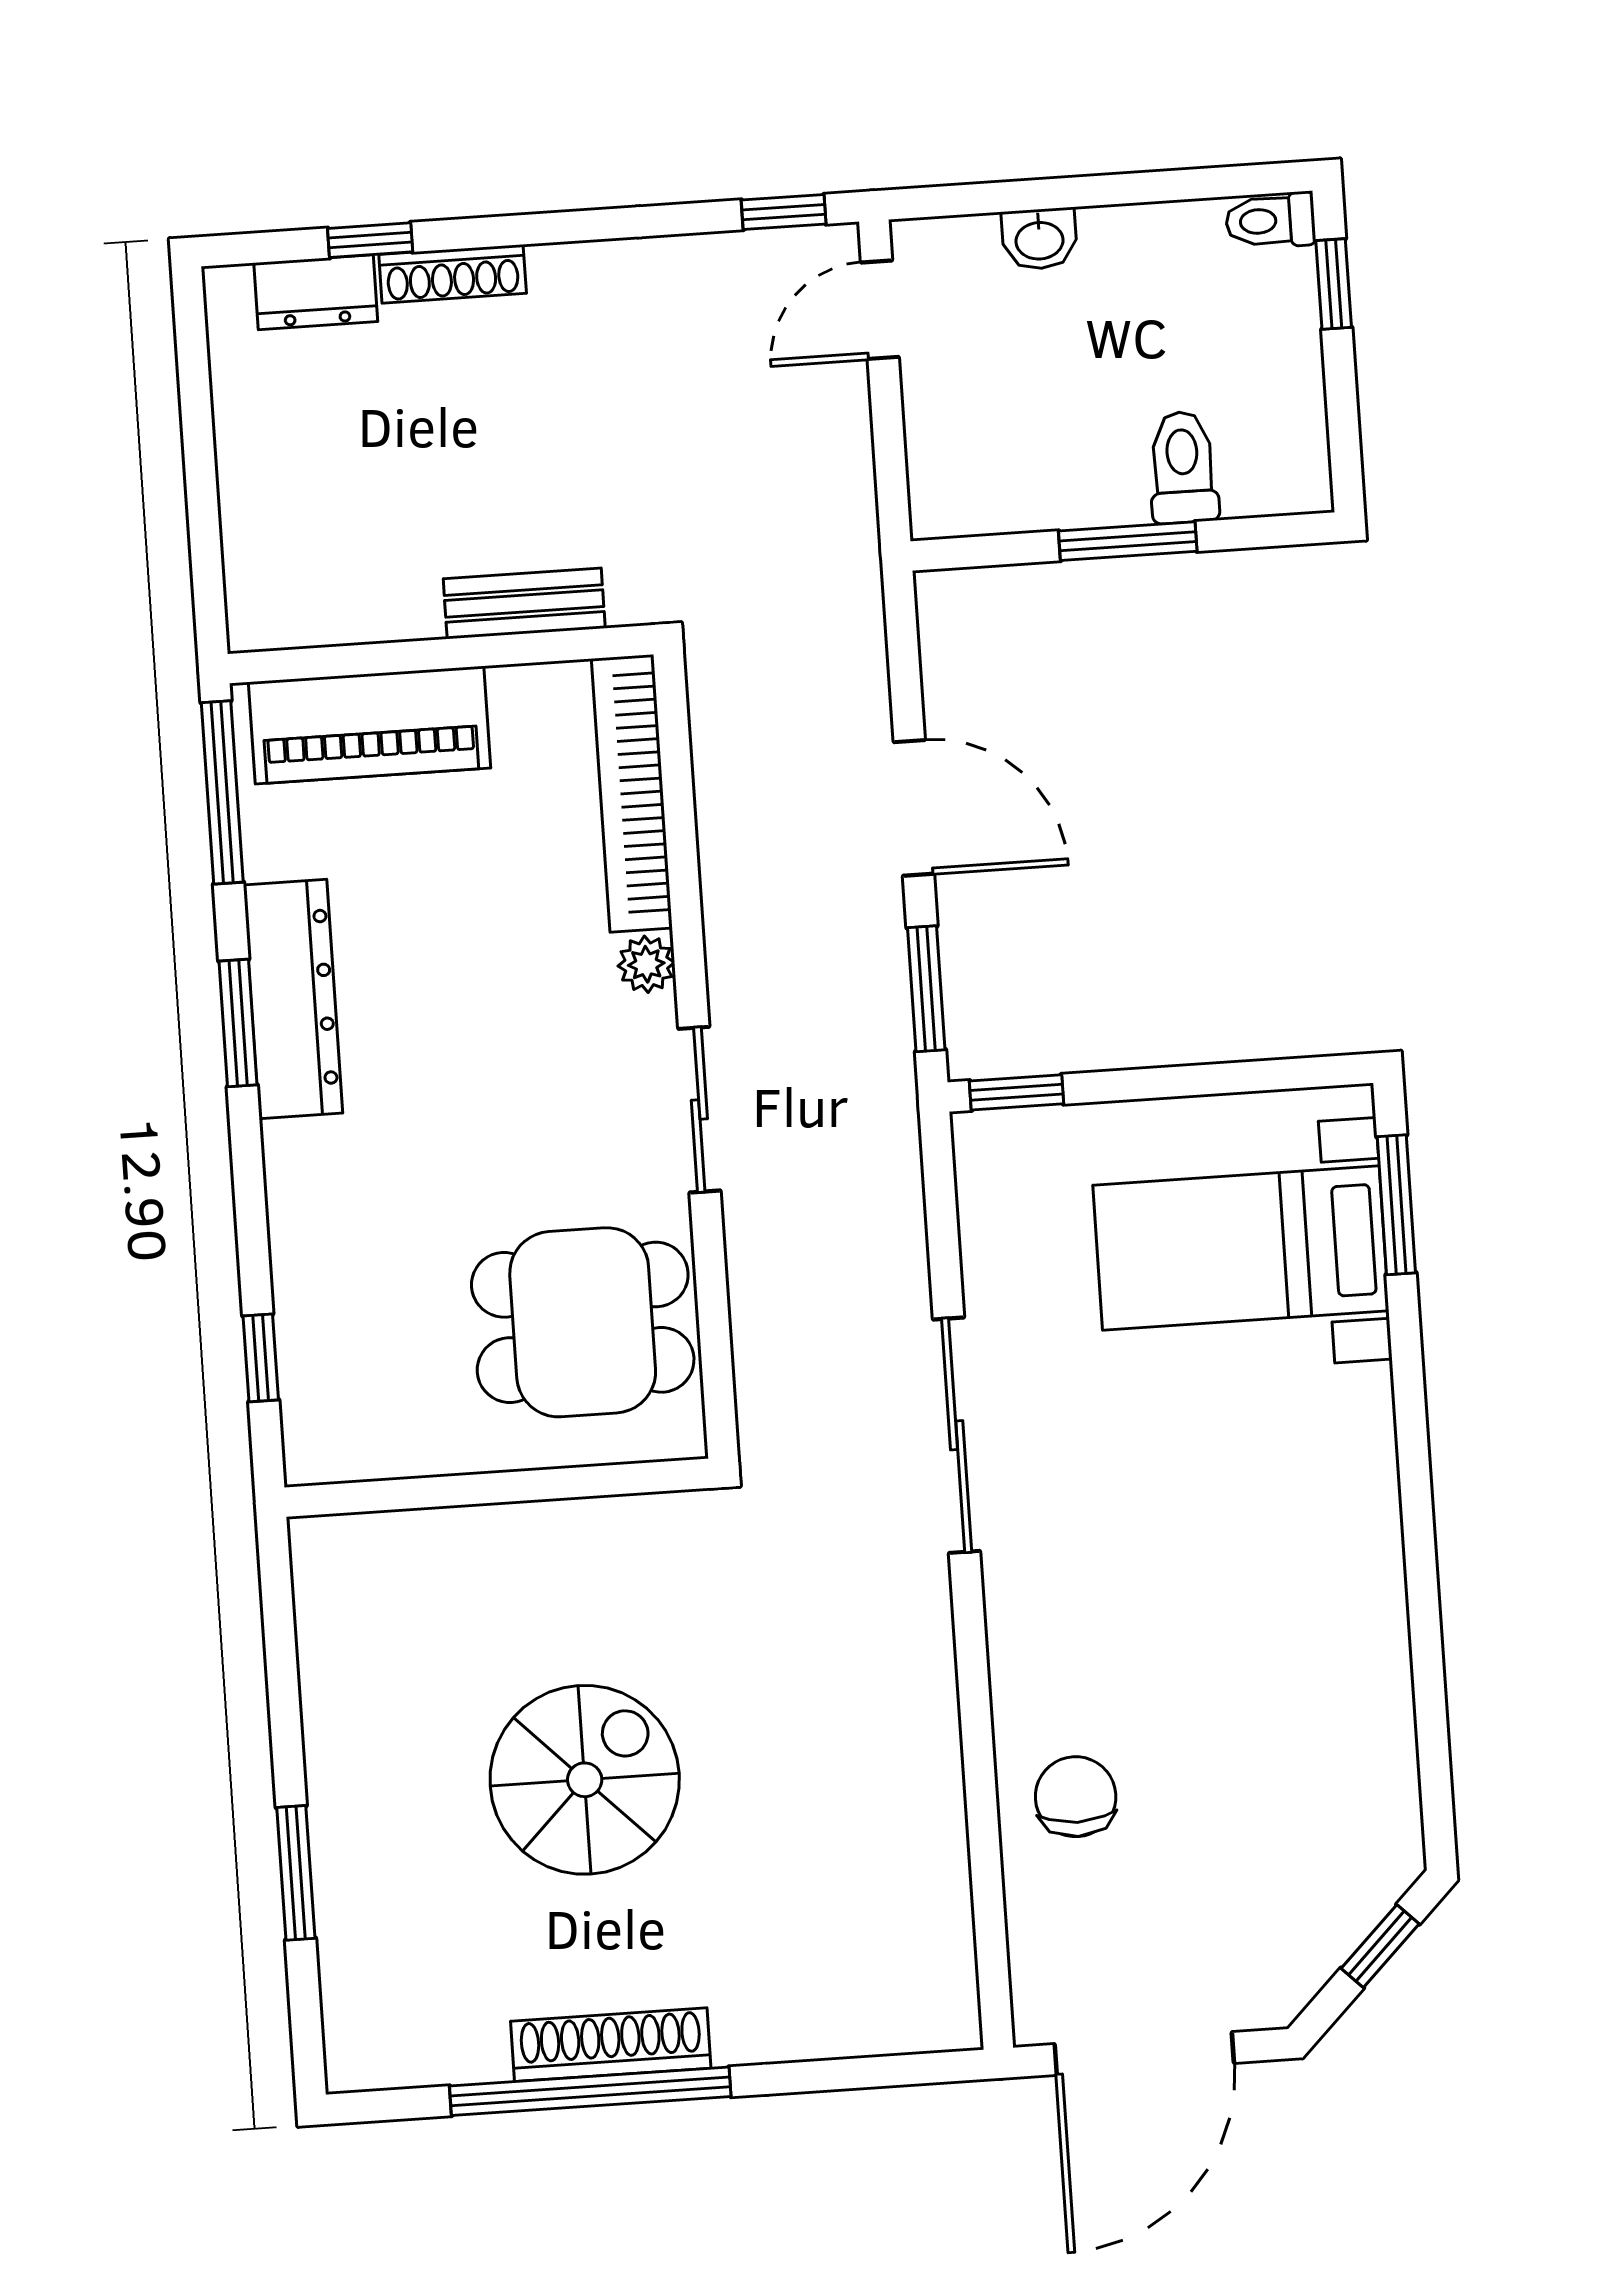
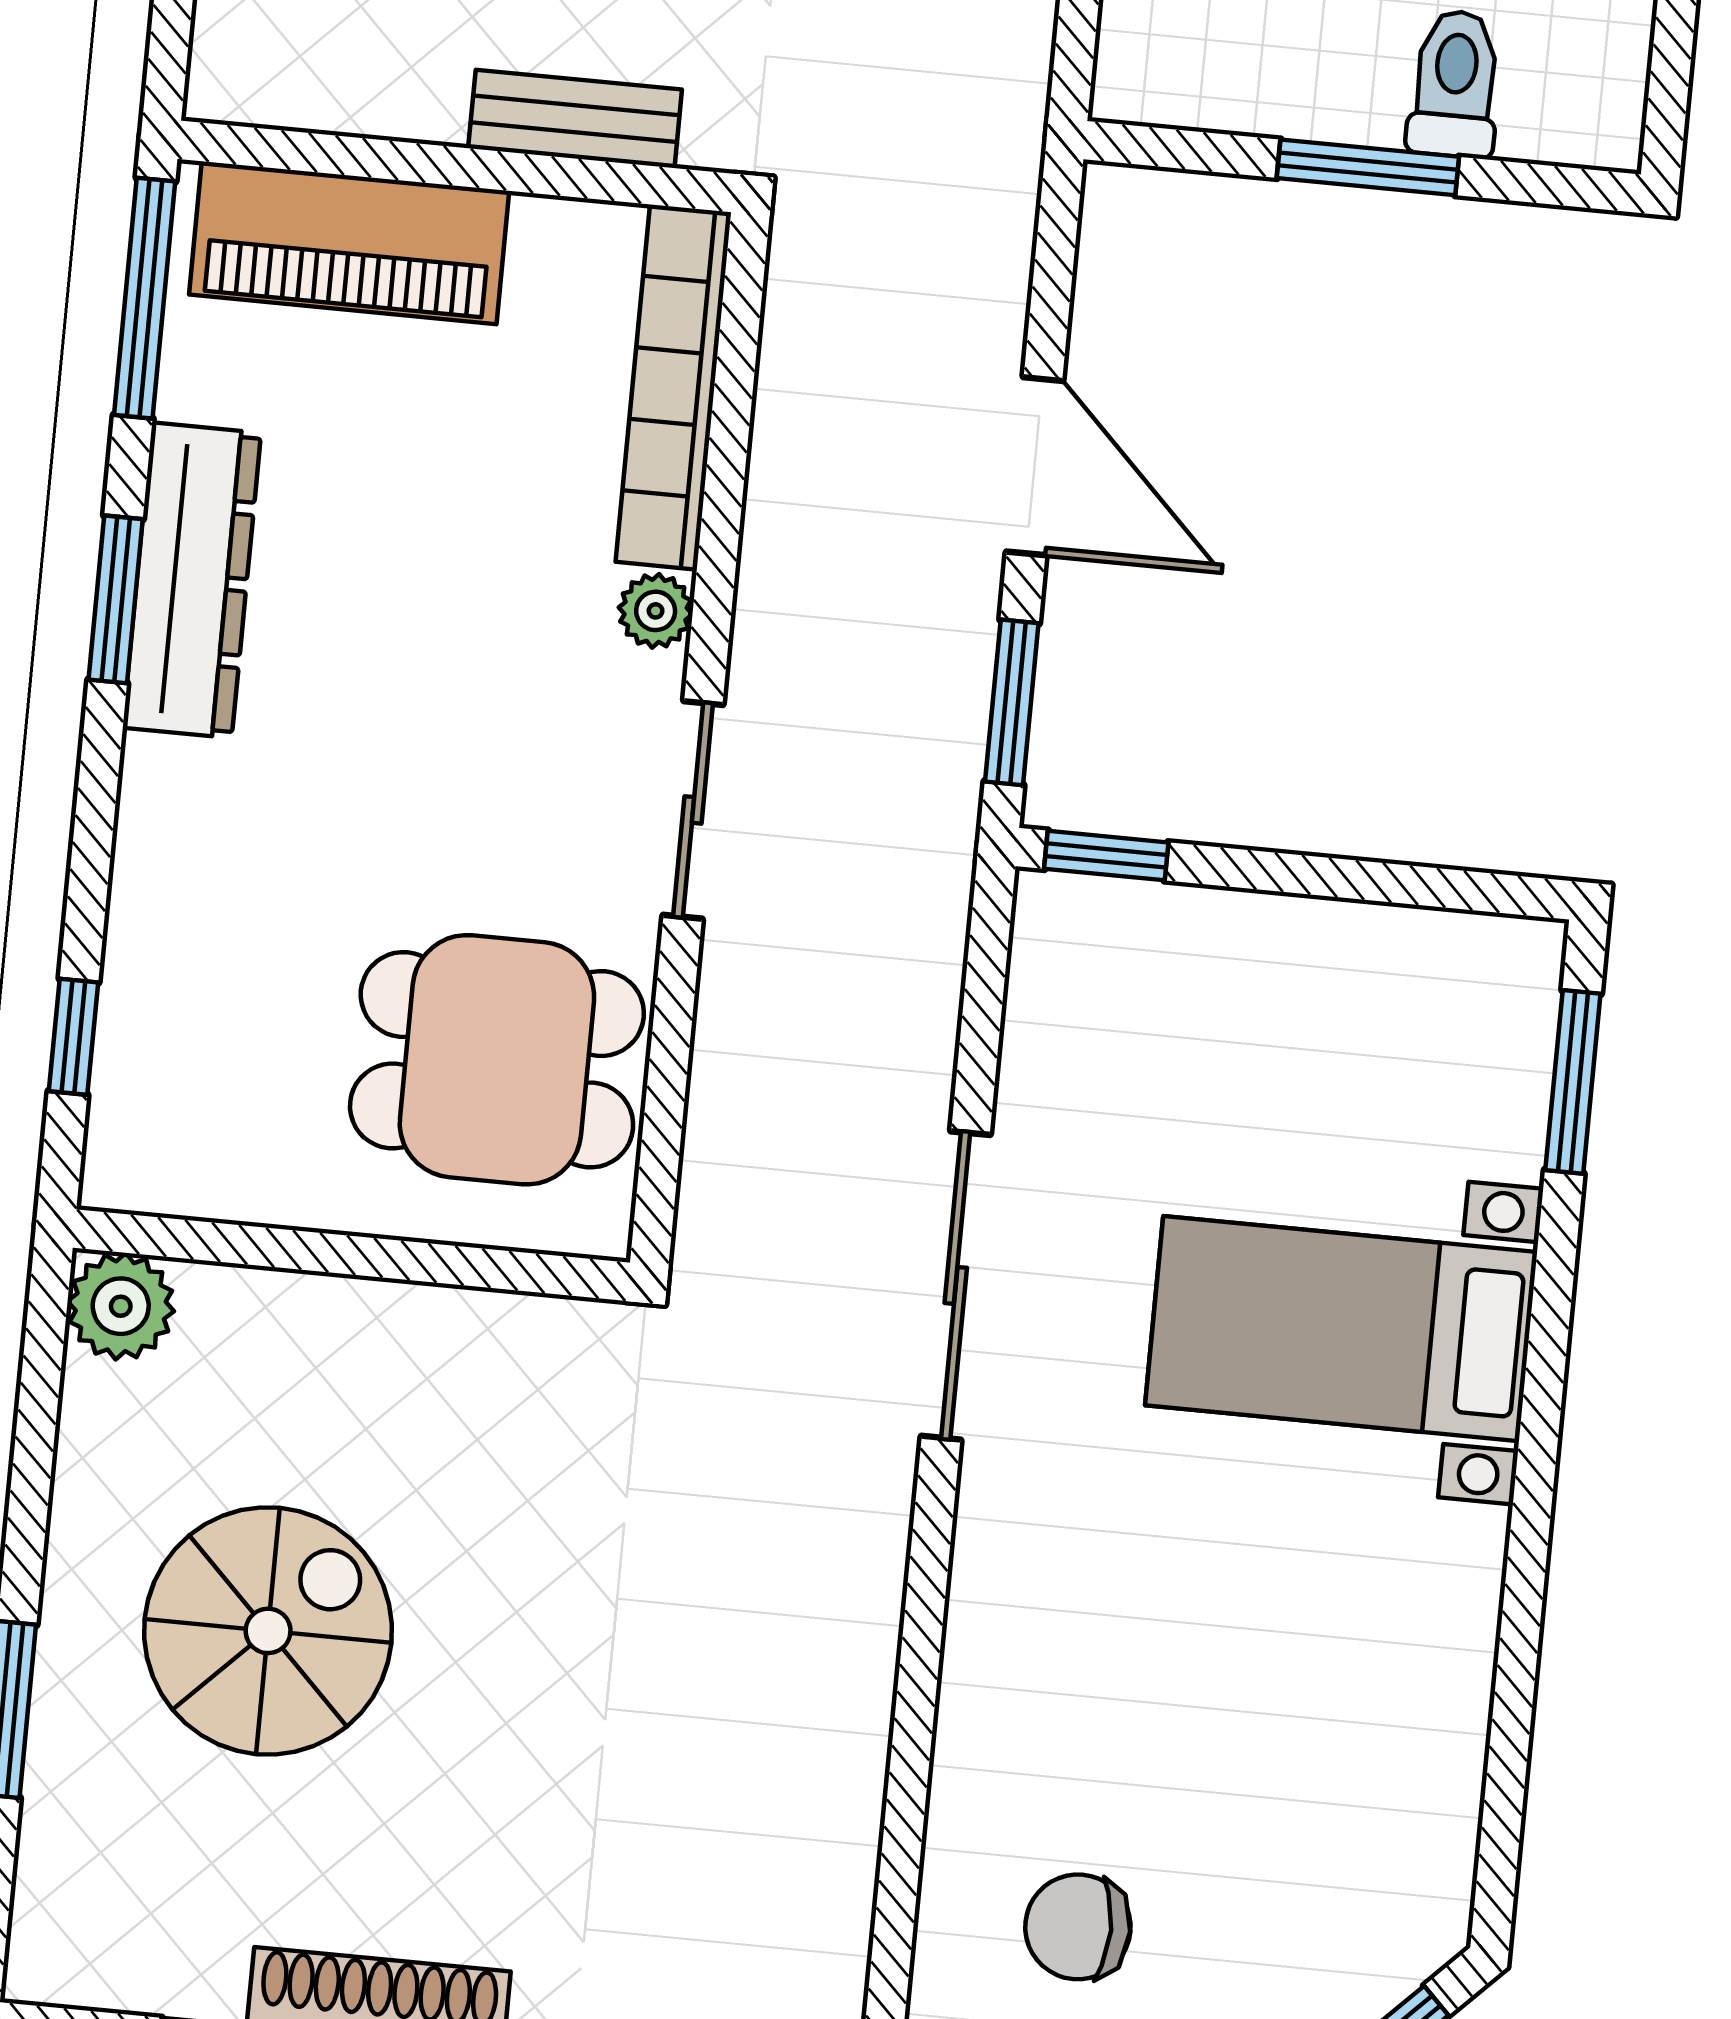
bed with nightstands: (1241, 1248) -> (1341, 1329), moved
plant: (330, 1555) -> (121, 1306), added
spiral stairs: (585, 1780) -> (268, 1631), moved
chair: (1076, 1797) -> (1078, 1927), moved, turned -90

